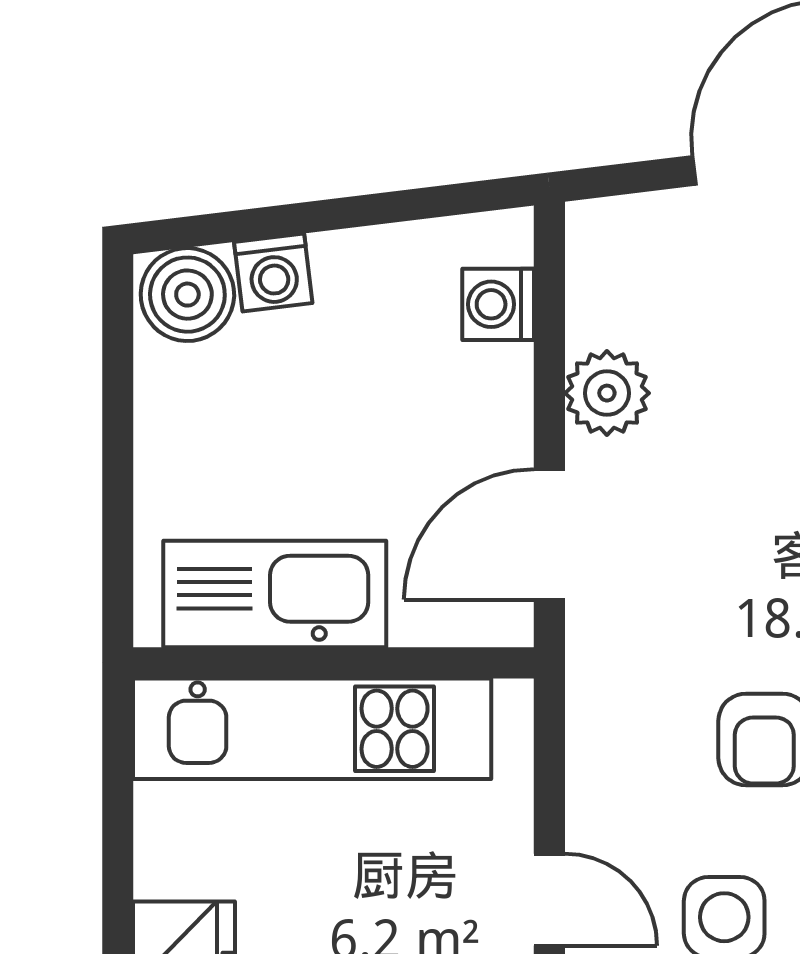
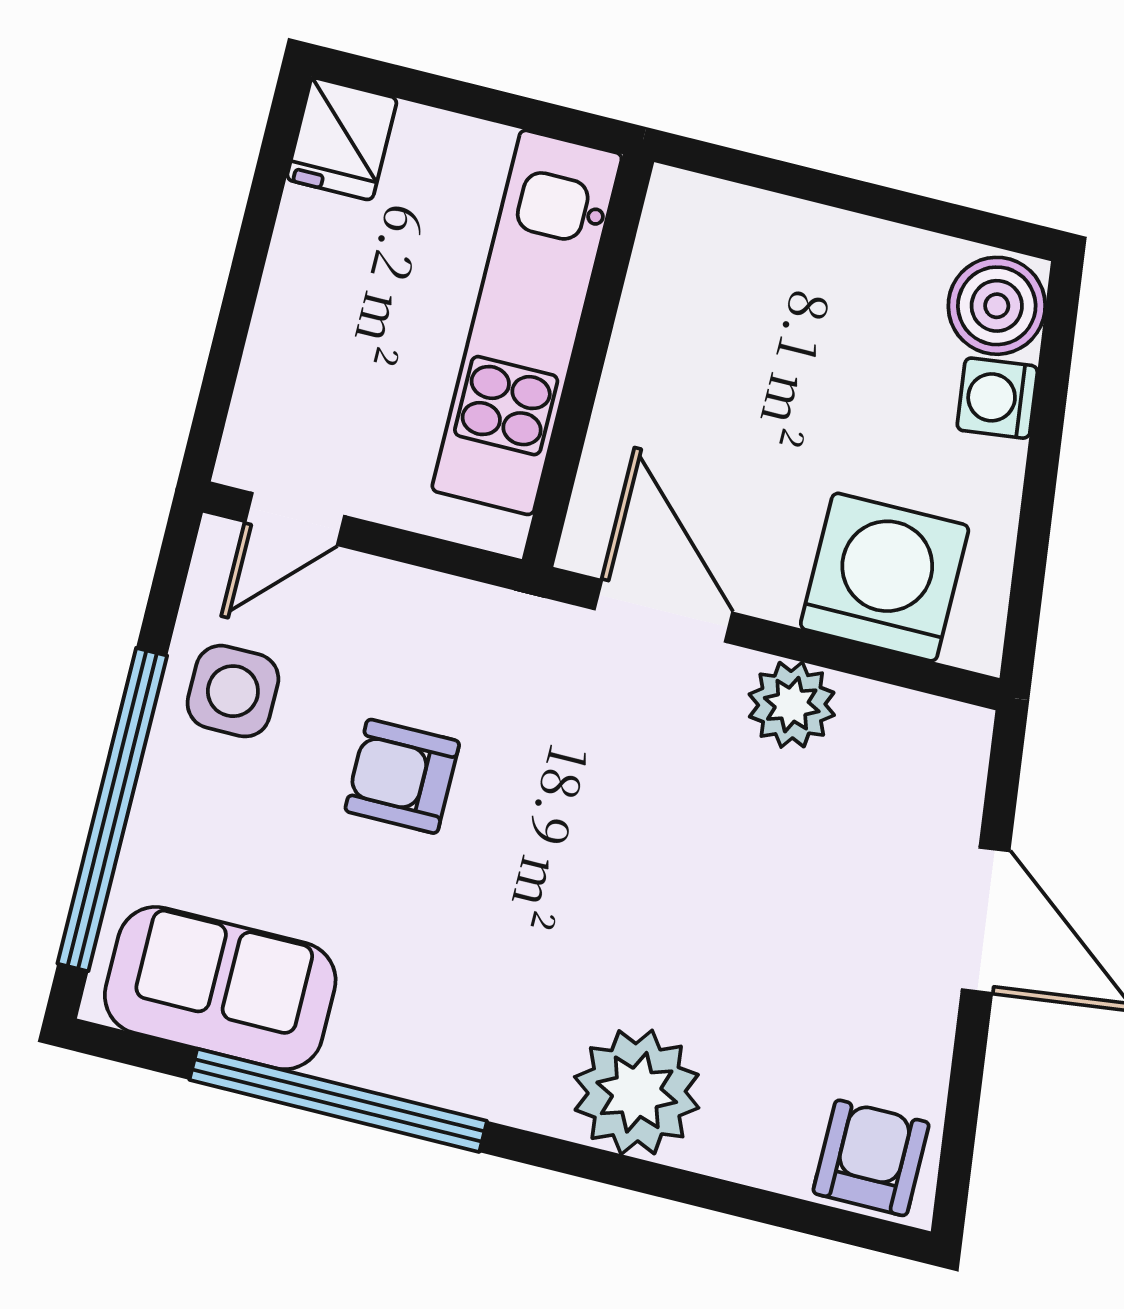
washing machine: (498, 304) -> (885, 577), width x1.89, depth x1.89
kitchen sink: (275, 594) -> (672, 318), removed

